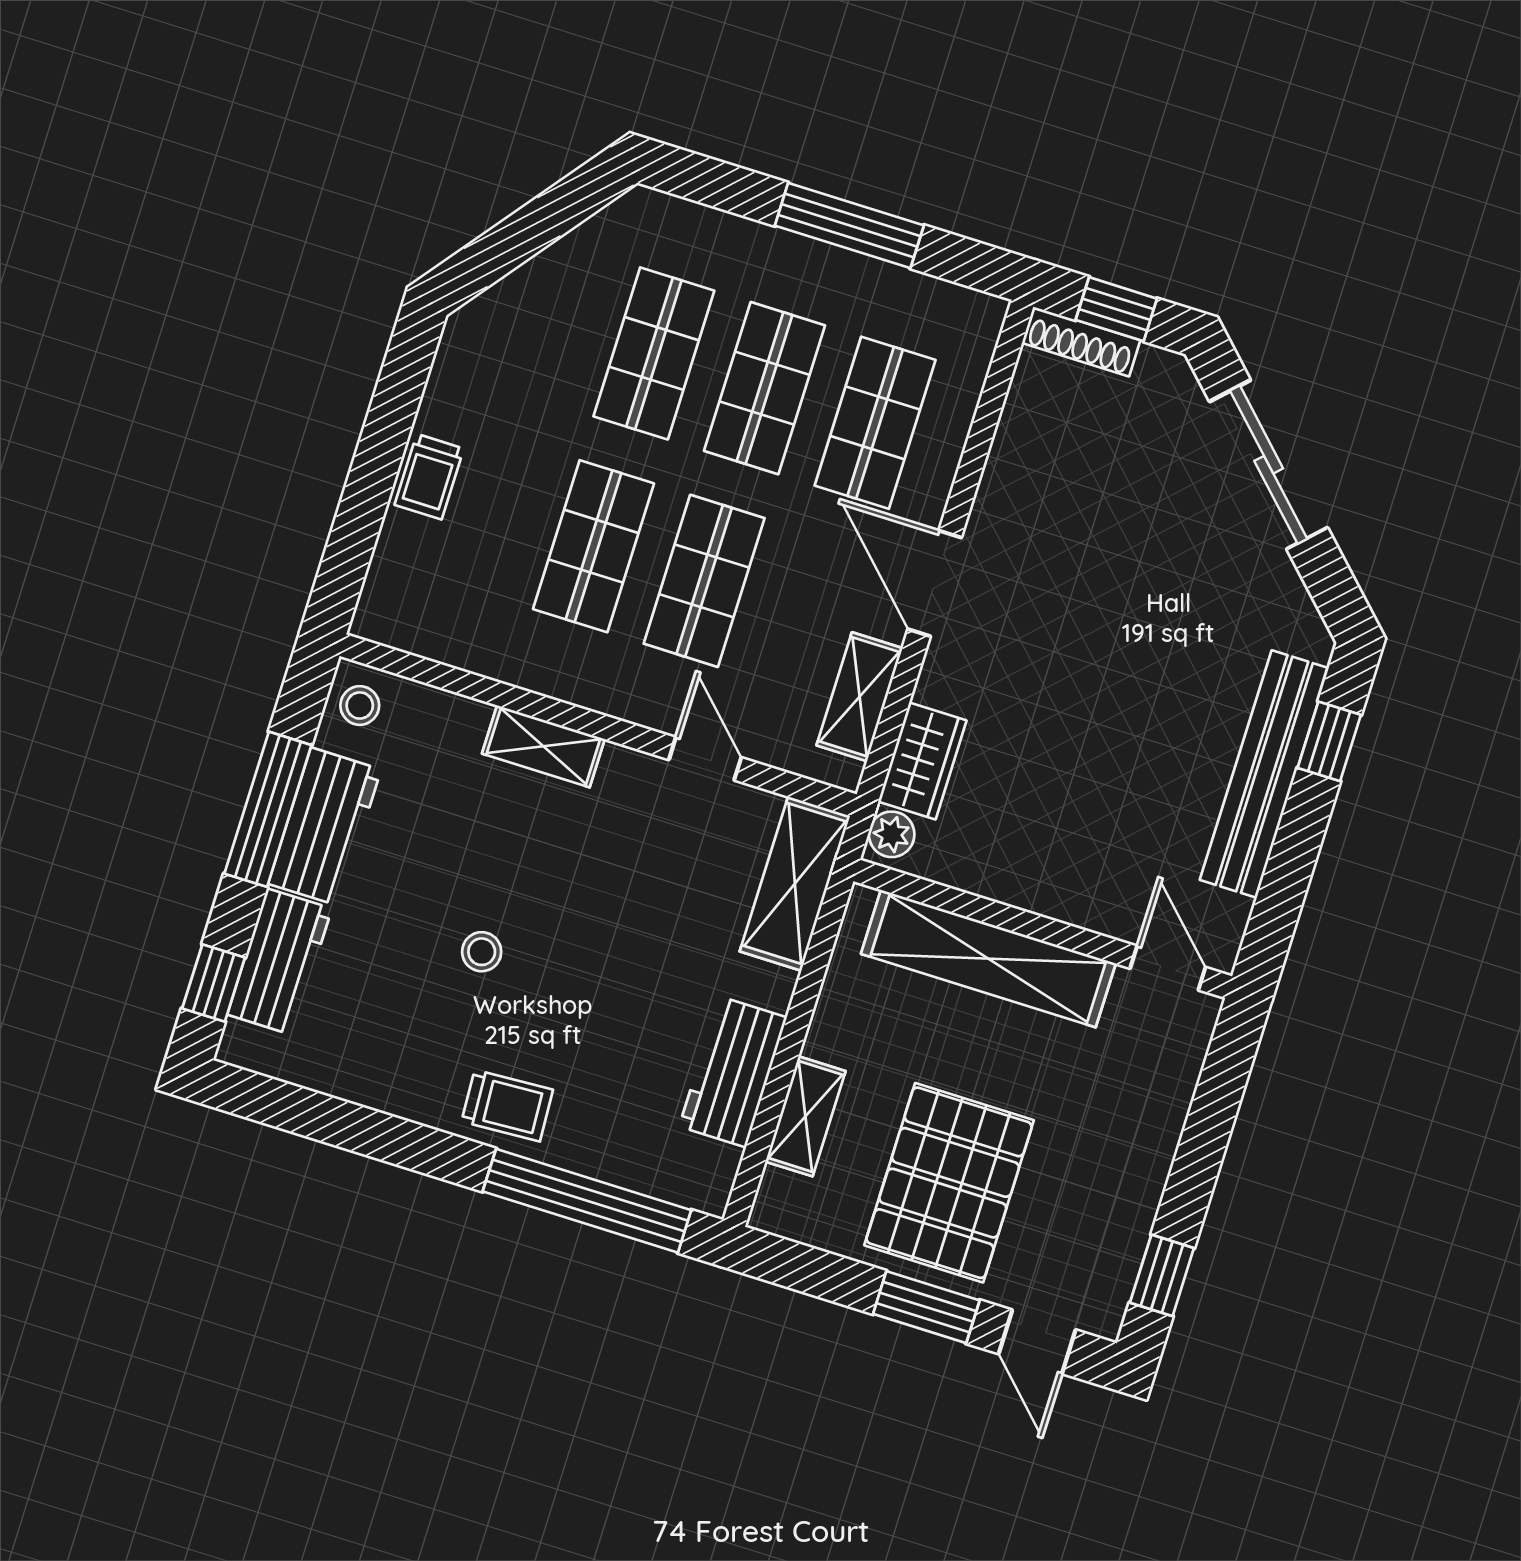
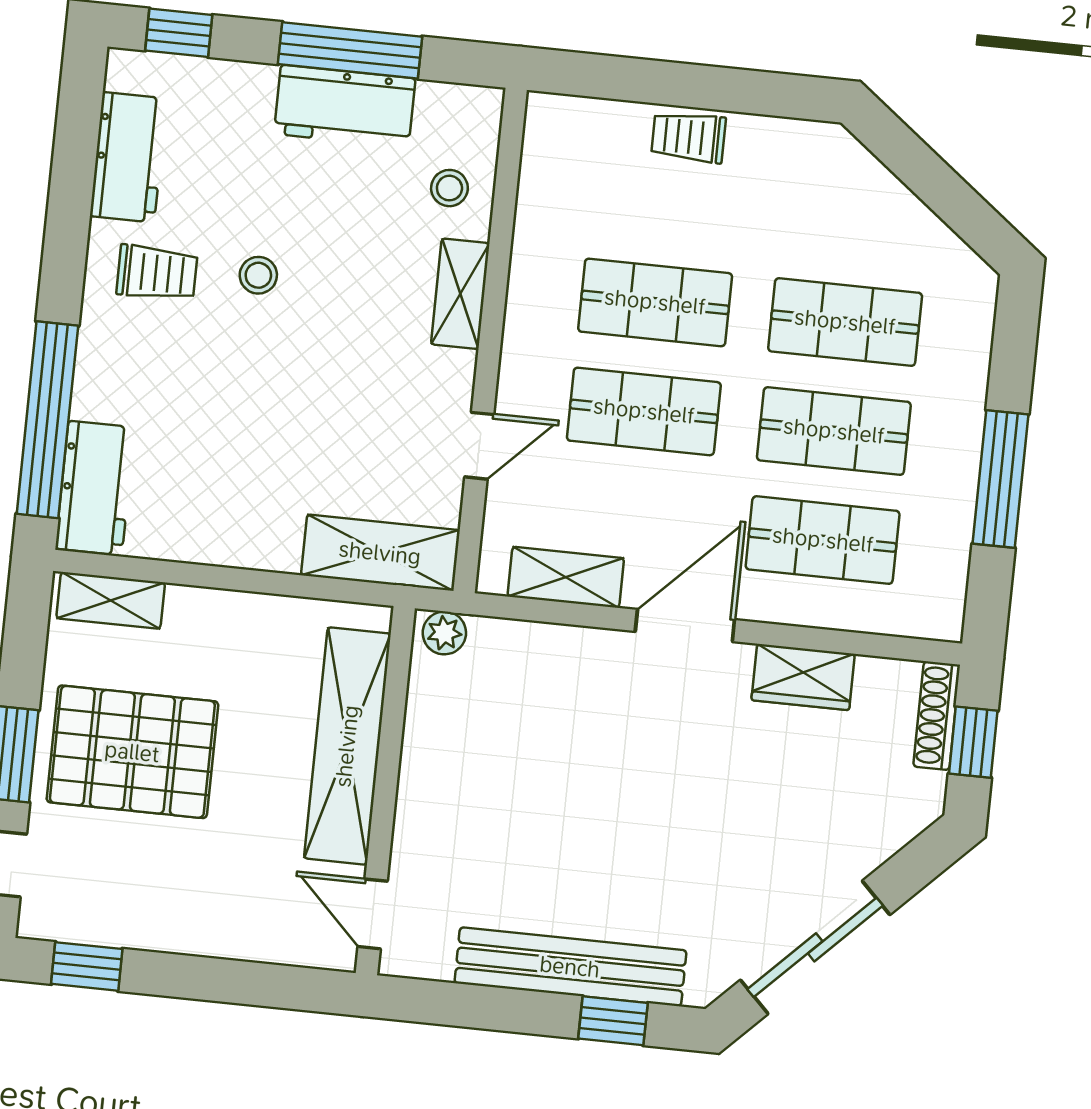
sliding door: (1269, 465) -> (815, 947), moved
stool: (360, 705) -> (449, 188), moved
wardrobe: (922, 761) -> (803, 677), moved
workbench: (280, 962) -> (128, 157), moved, turned -90
door: (1168, 968) -> (373, 914), swing flipped
workbench: (733, 1072) -> (95, 488), moved, turned 90
trolley: (507, 1106) -> (157, 273), moved, turned -87
shelving: (805, 1116) -> (111, 600), moved

